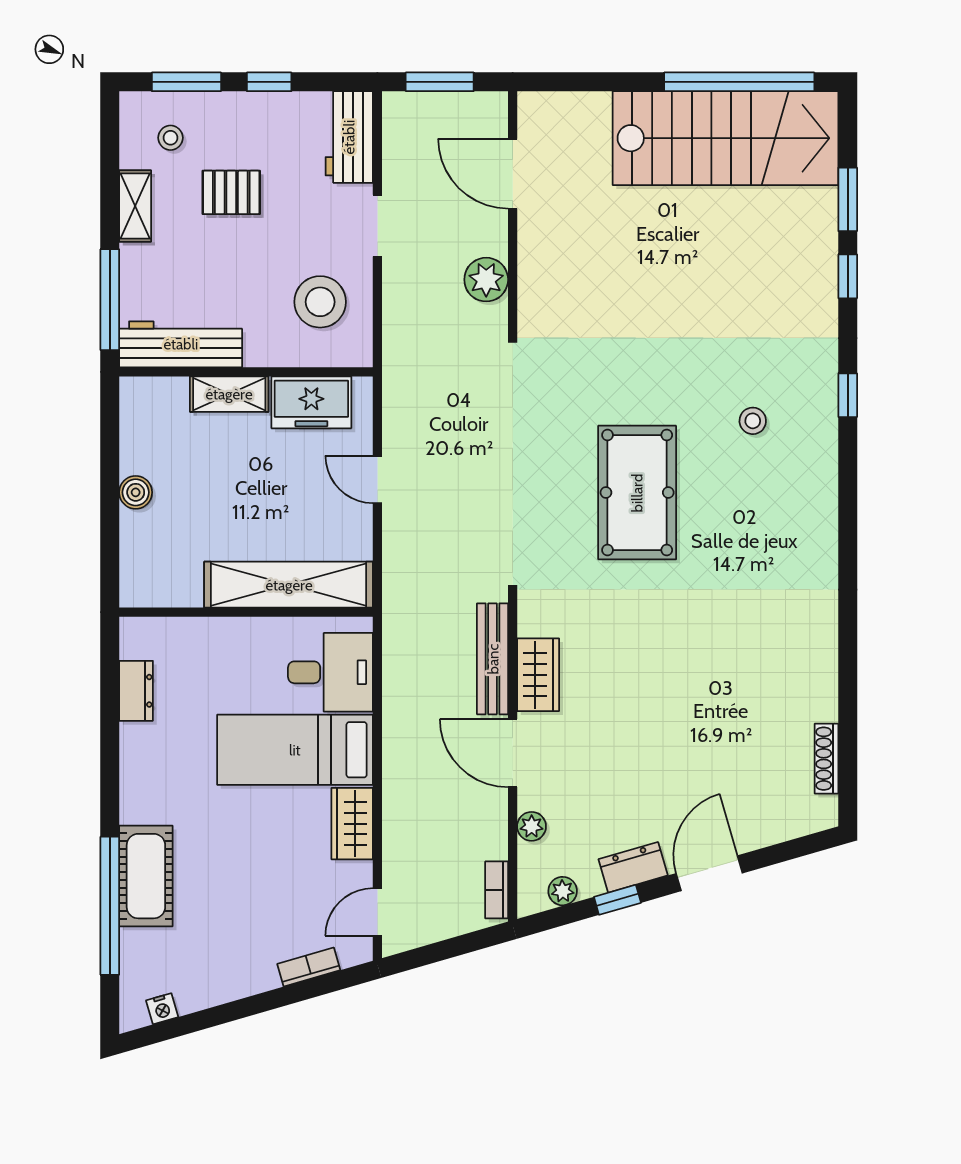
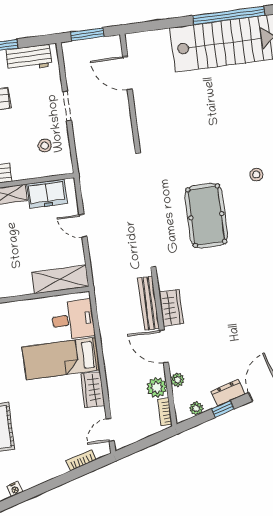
workbench: (349, 137) -> (29, 58), moved, turned -90
plant: (486, 280) -> (157, 387), moved
stool: (320, 302) -> (45, 146), width x0.53, depth x0.53
shelving: (289, 585) -> (60, 279), width x0.68

